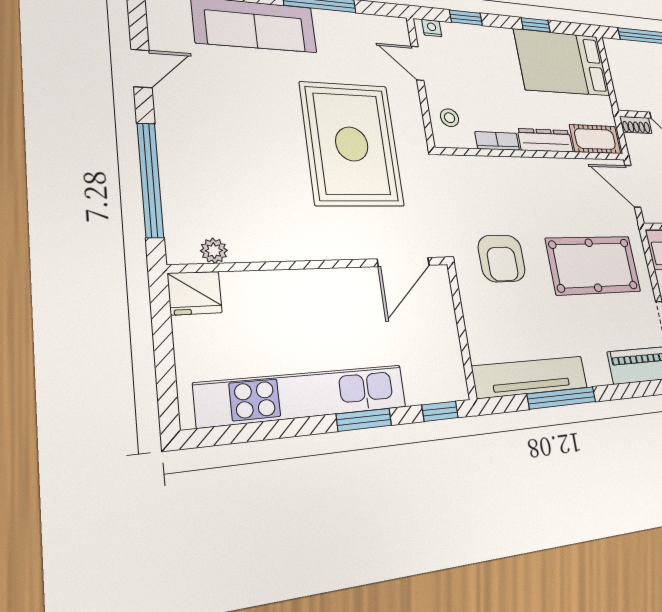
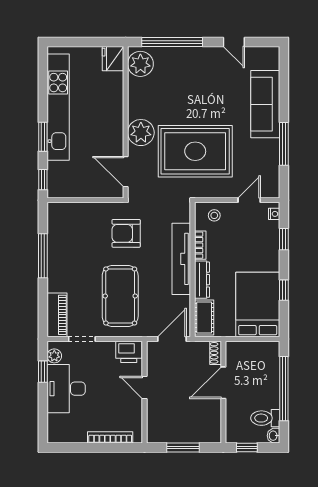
plant: (332, 237) -> (141, 133), added
plant: (214, 251) -> (140, 64), width x1.88, depth x1.88
tv unit: (531, 377) -> (181, 259), moved, turned 180

